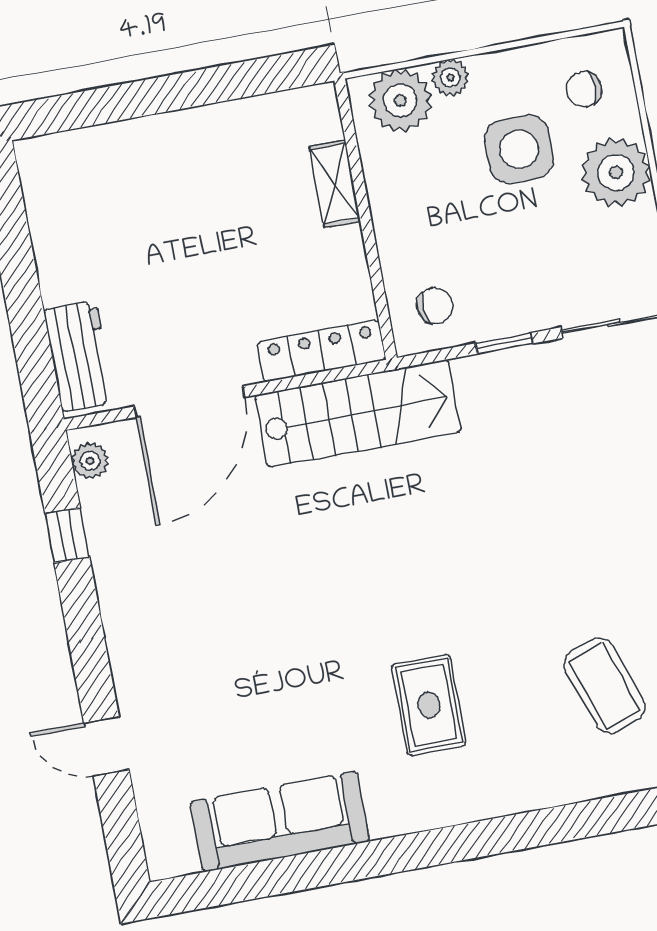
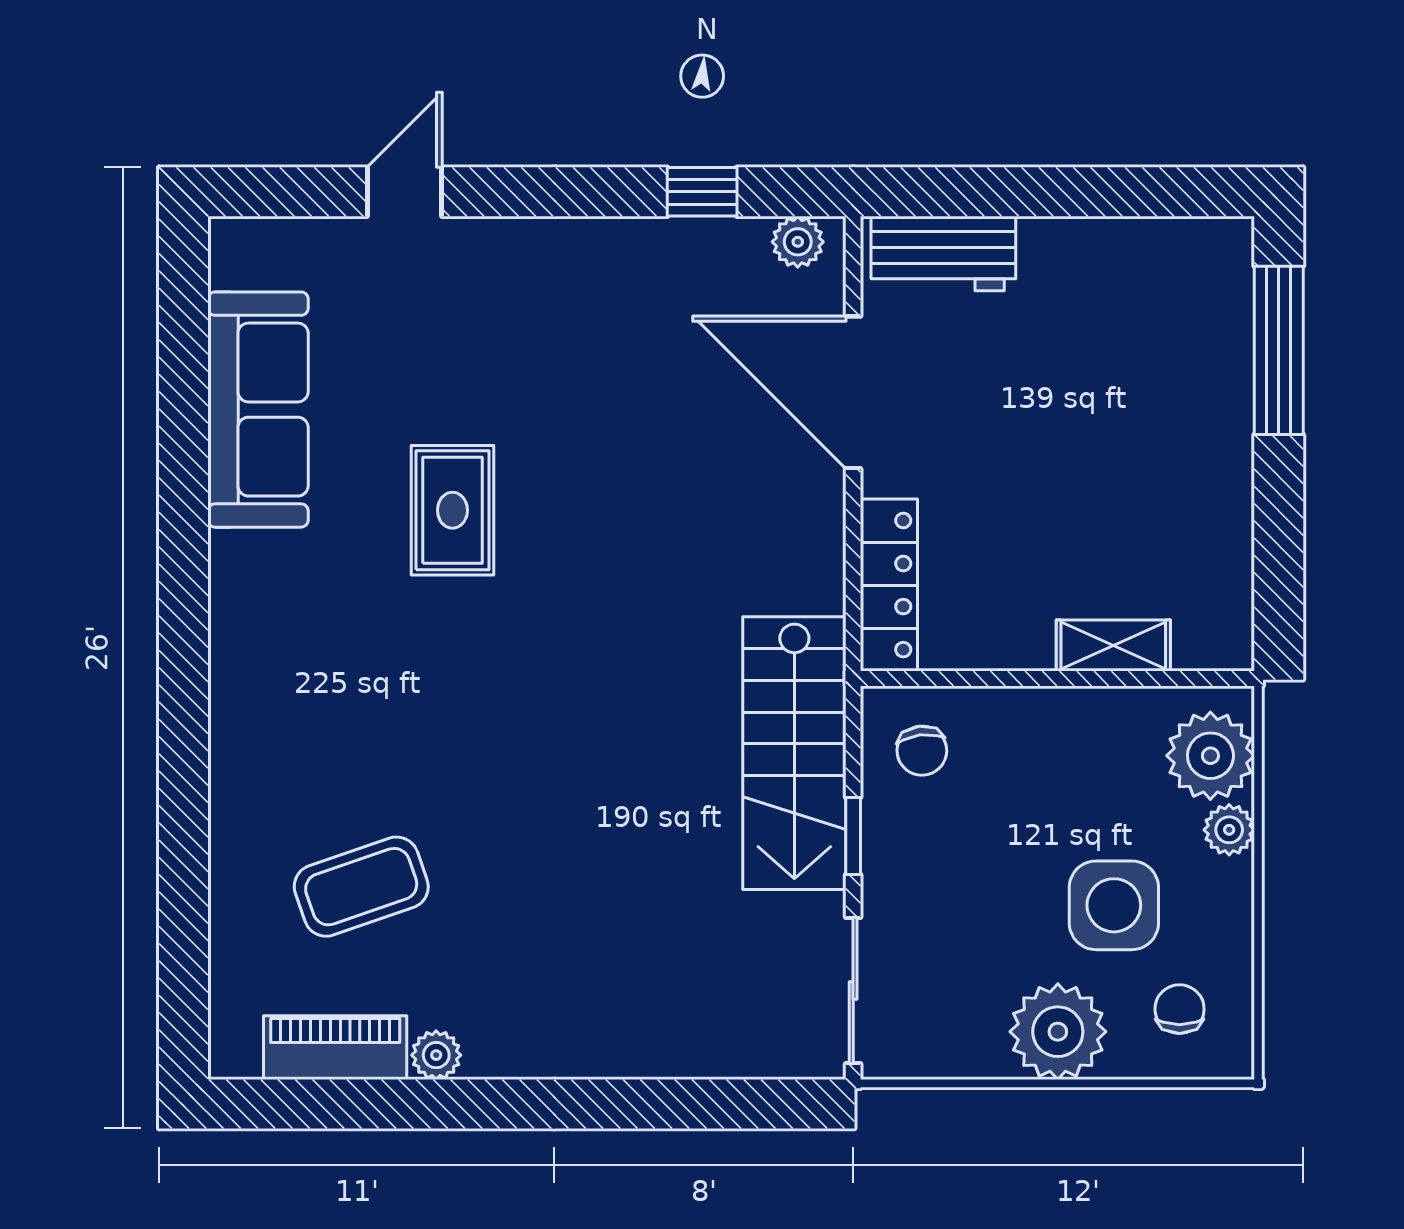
window: (104, 105) -> (1279, 350), added
stairs: (358, 414) -> (794, 753), moved
rug: (429, 705) -> (452, 510), moved, turned 90

